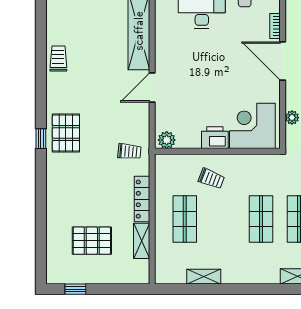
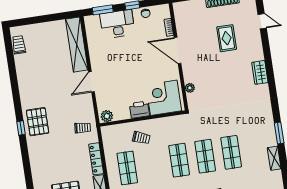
trolley: (58, 58) -> (19, 45), moved

